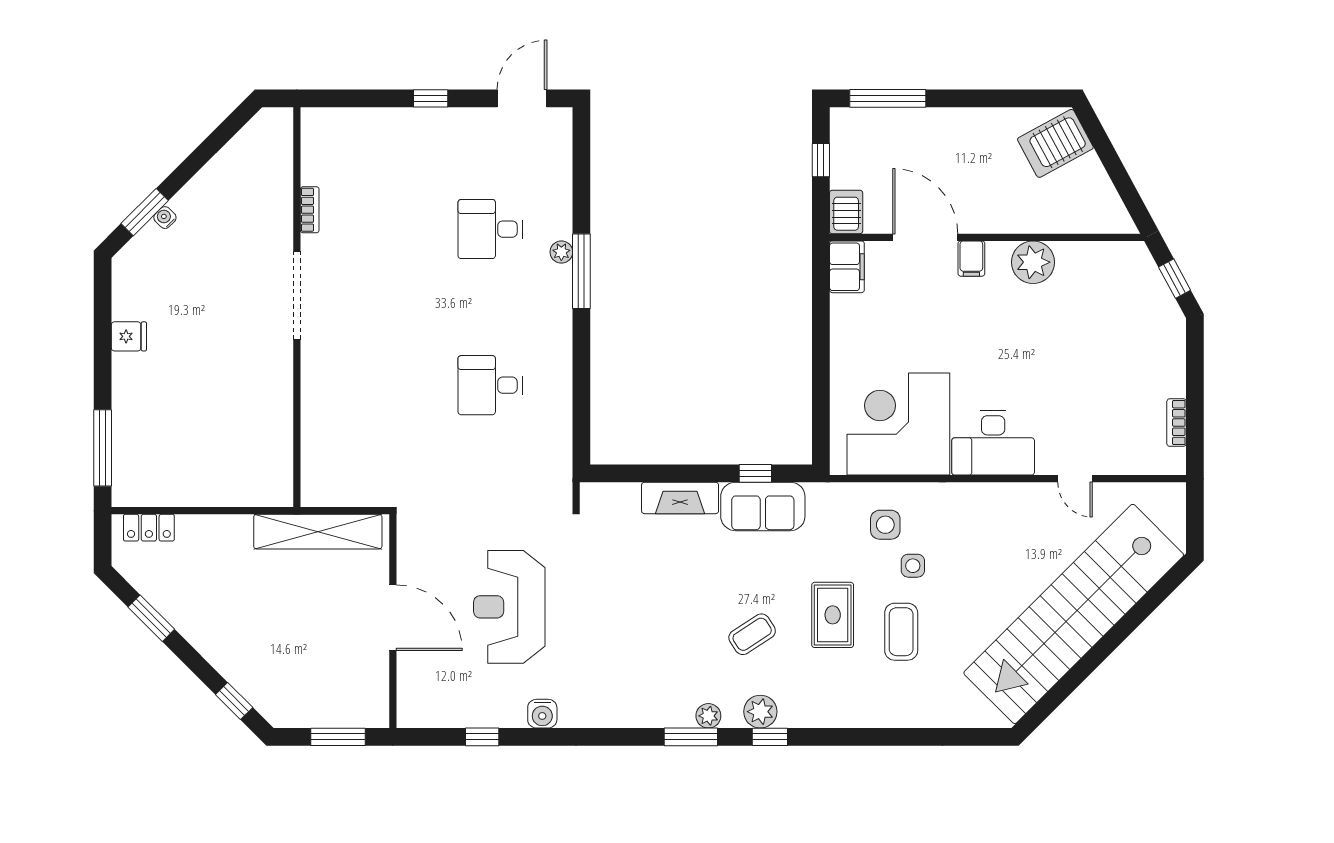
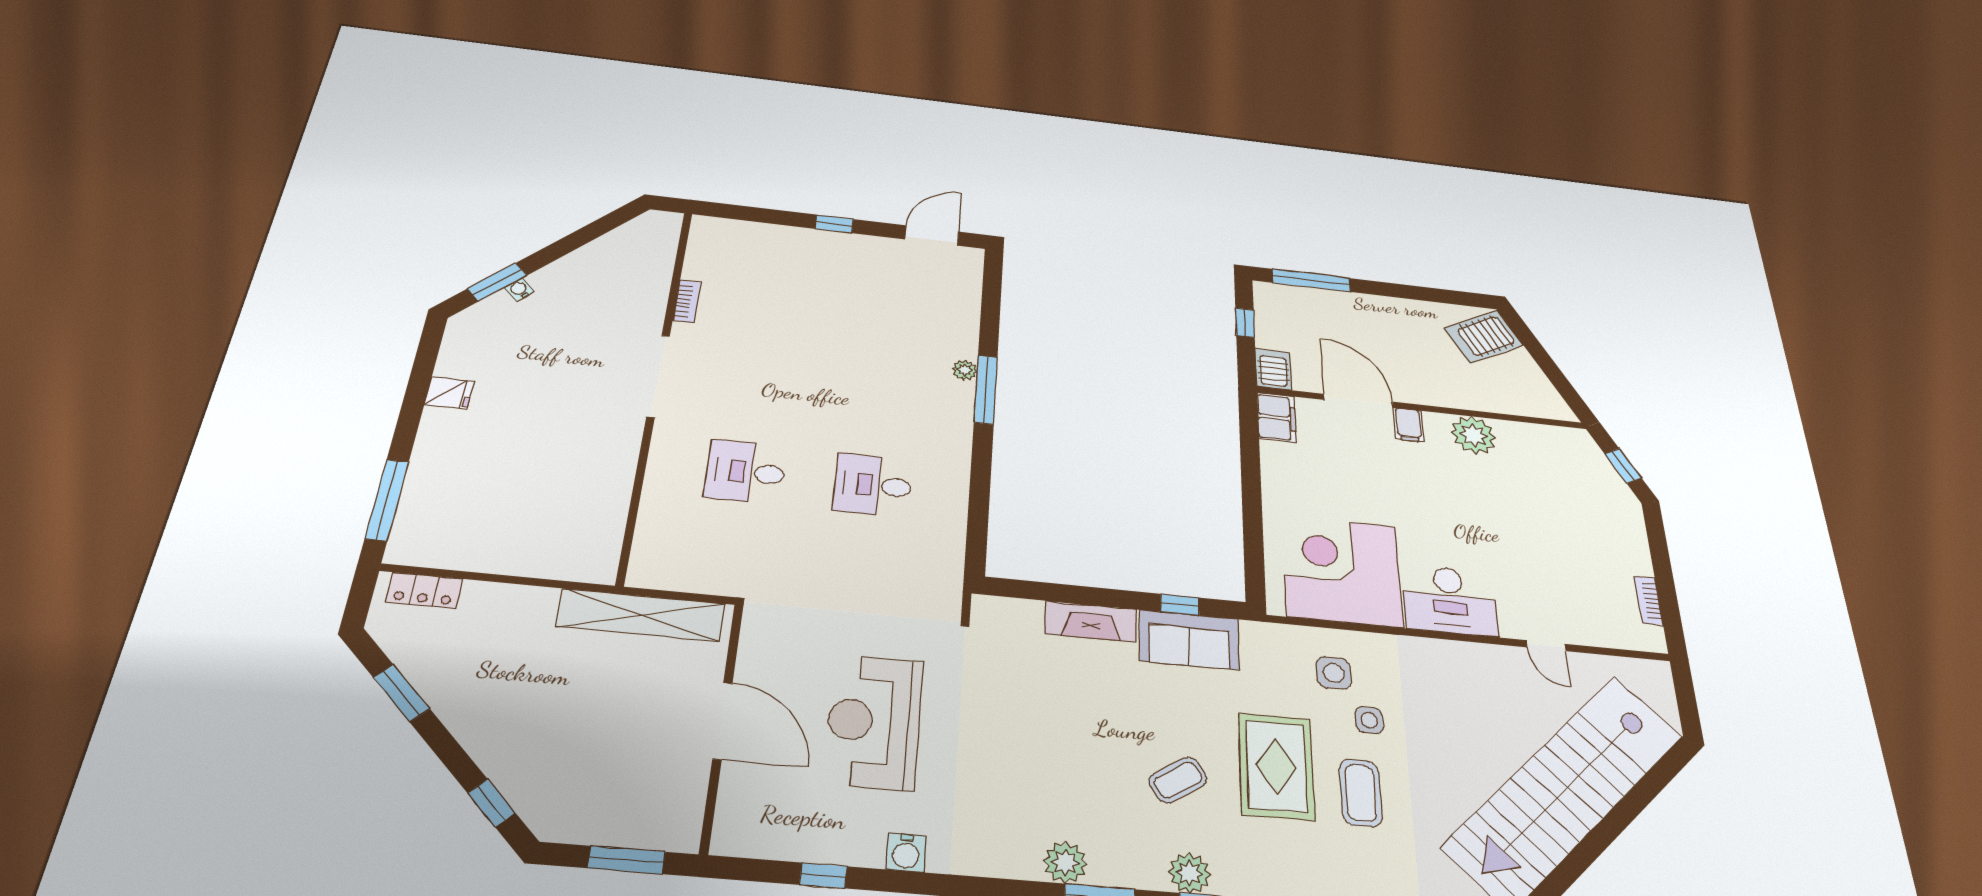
desk: (490, 229) -> (746, 472), moved
rug: (833, 615) -> (1276, 766), width x1.36, depth x1.43
plant: (708, 716) -> (1065, 863), moved, width x1.38, depth x1.38

